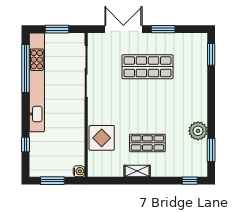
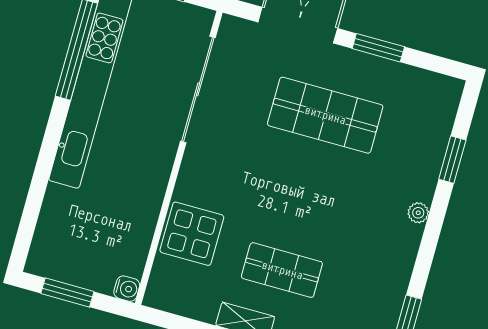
window: (211, 54) -> (452, 160), moved
plant: (198, 131) -> (418, 213), moved, width x0.53, depth x0.53
window: (26, 145) -> (33, 204), removed

